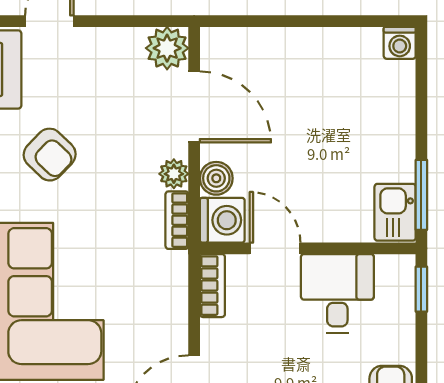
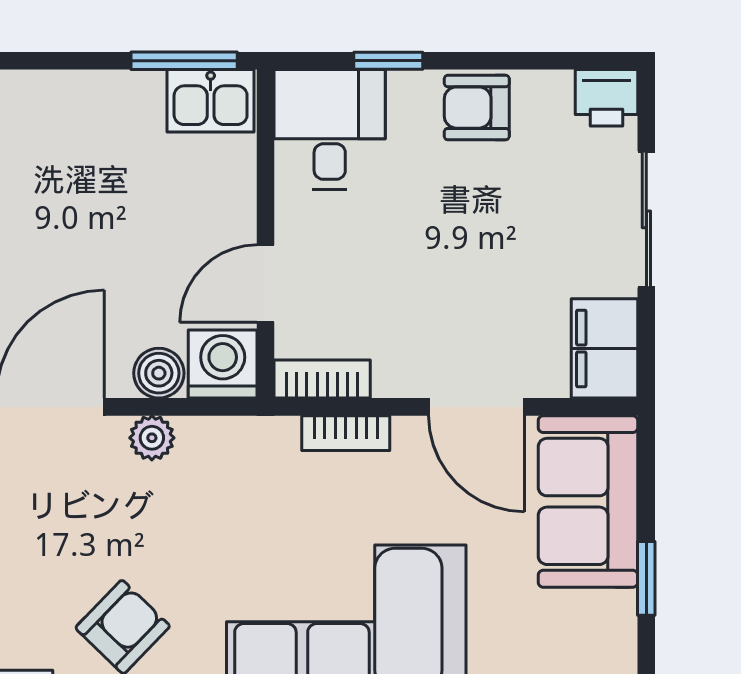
bookcase: (177, 220) -> (346, 433), moved
window: (421, 289) -> (388, 61), moved
desk: (337, 293) -> (330, 129), moved, turned 90

